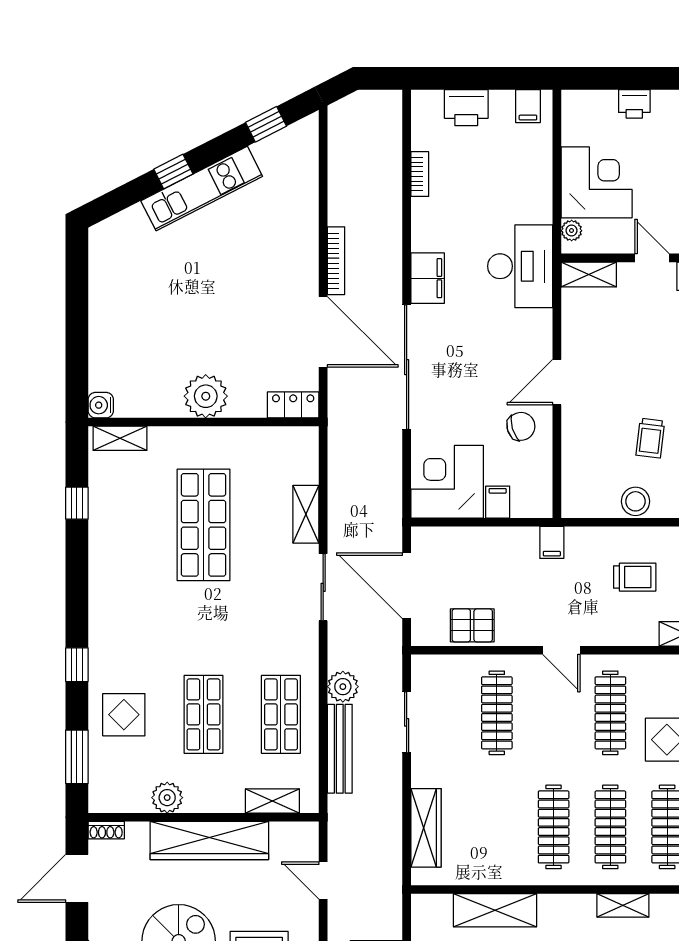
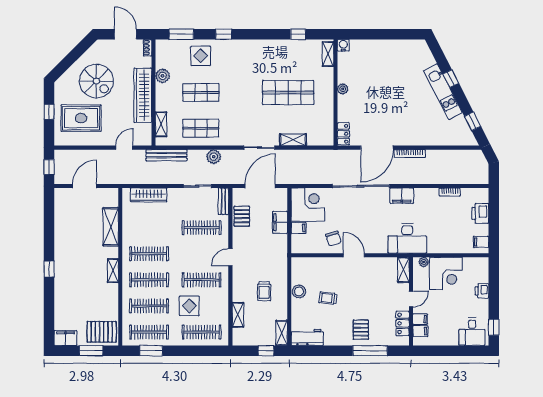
plant: (206, 396) -> (343, 89), width x0.53, depth x0.53
filing cabinet: (552, 542) -> (280, 222), moved, width x2.00
bench: (440, 665) -> (223, 201), added
bench: (340, 749) -> (167, 155), moved
shelving: (623, 905) -> (113, 271), moved

